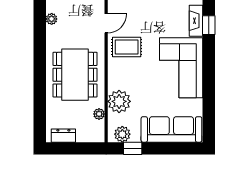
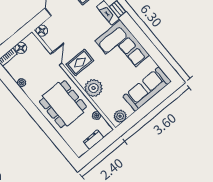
plant: (119, 101) -> (94, 88), moved
dresser: (63, 136) -> (94, 140), moved
window: (133, 148) -> (133, 119), removed

